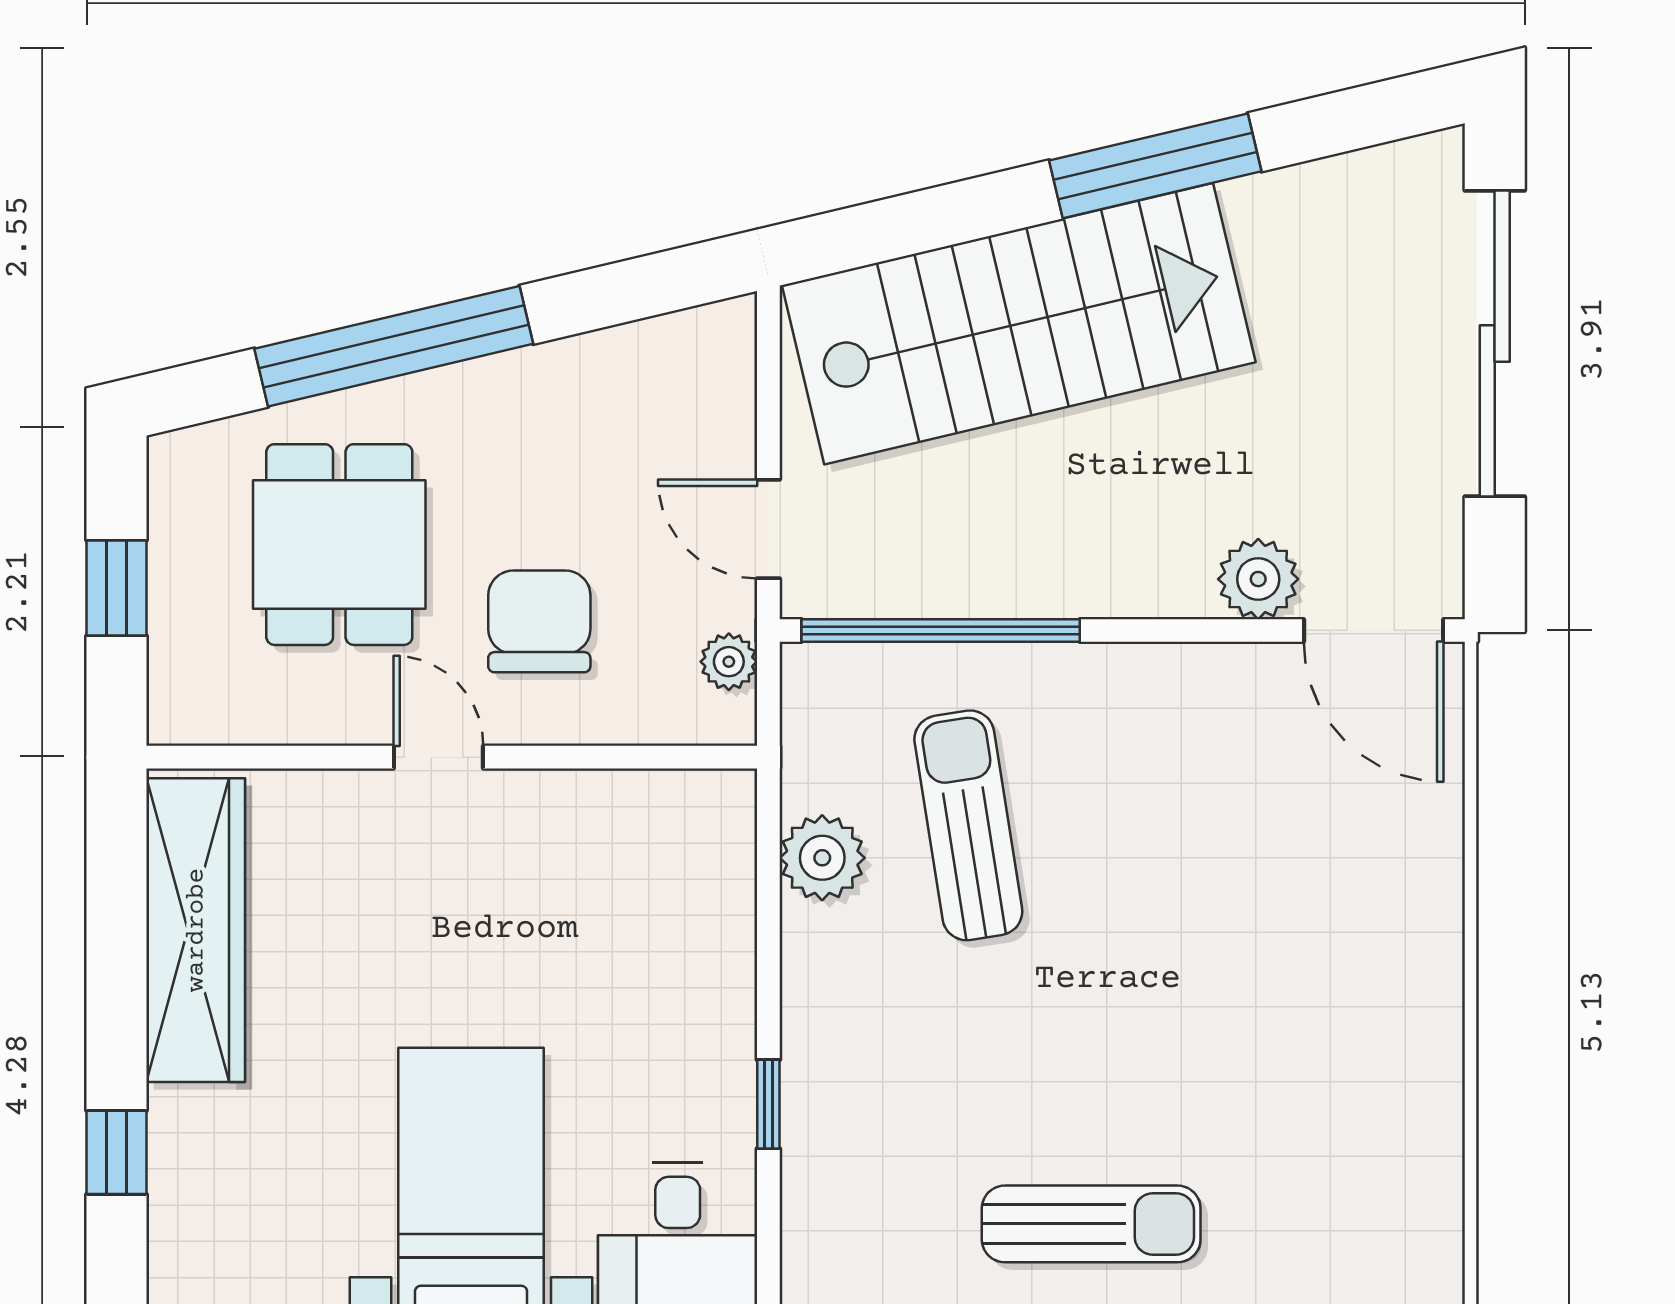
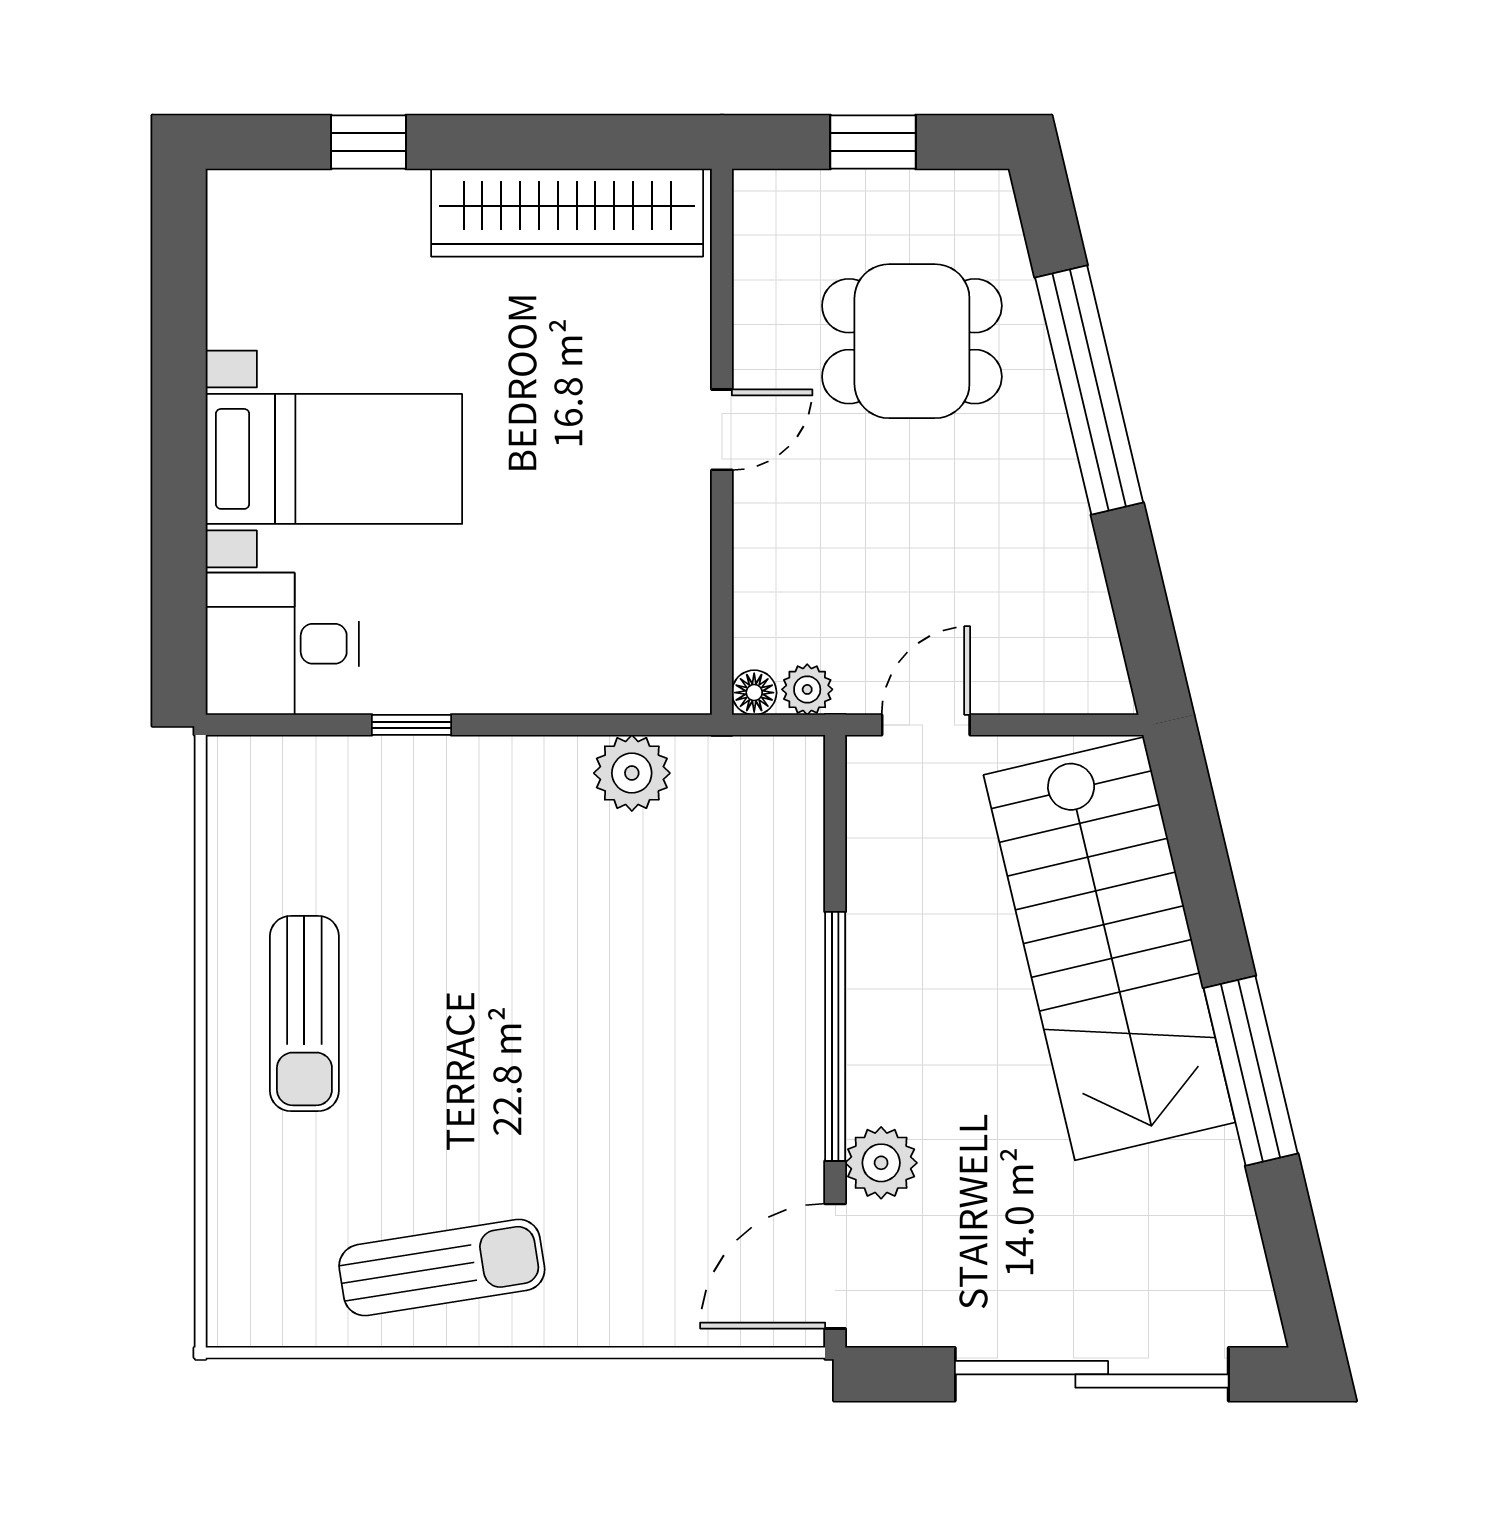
chair: (539, 621) -> (843, 520), removed
window: (941, 630) -> (835, 1036), moved
floor lamp: (732, 721) -> (754, 693), added
sun lounger: (968, 825) -> (442, 1268), moved

